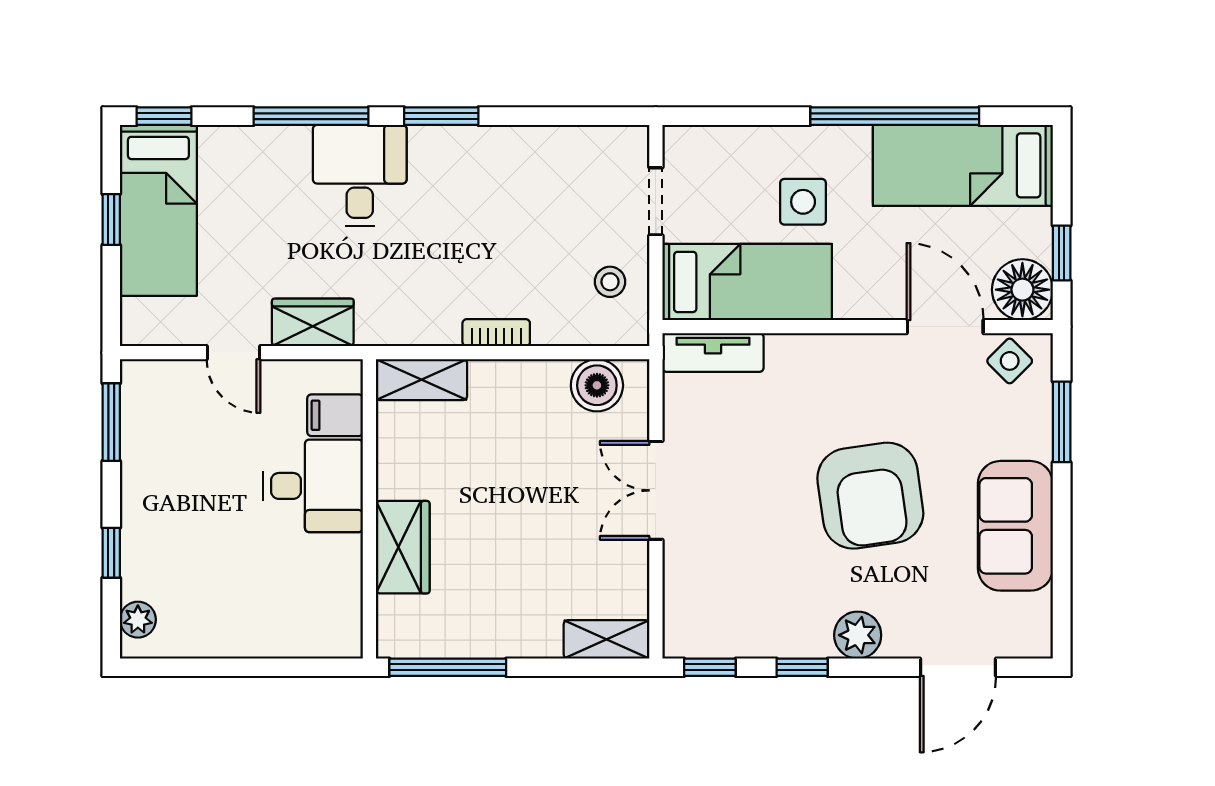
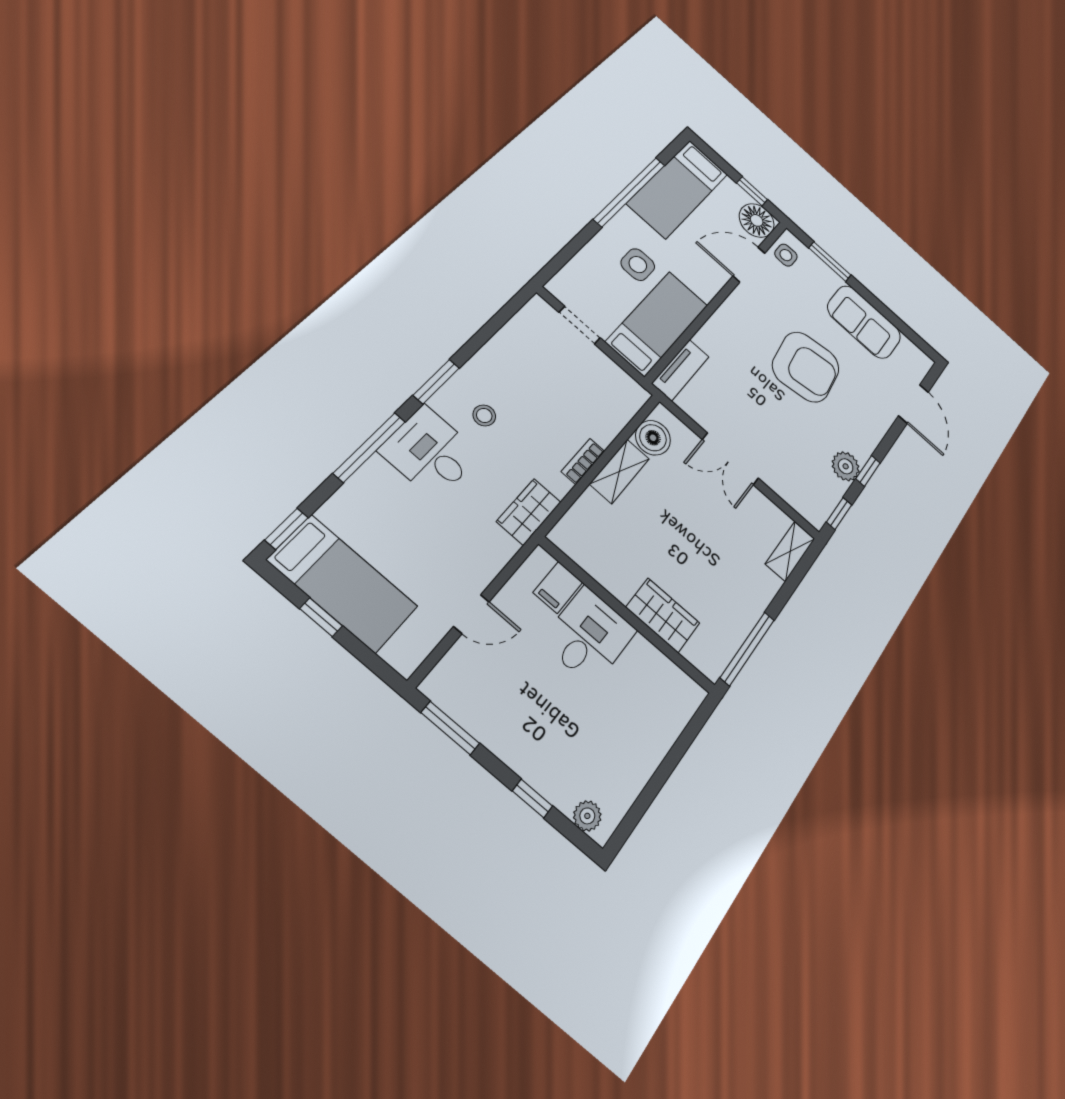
stool: (610, 282) -> (484, 415), moved
wardrobe: (313, 322) -> (529, 512), moved
side table: (1010, 361) -> (786, 255), turned 45
shelving: (421, 380) -> (620, 471), moved
plant: (858, 635) -> (846, 466), moved

